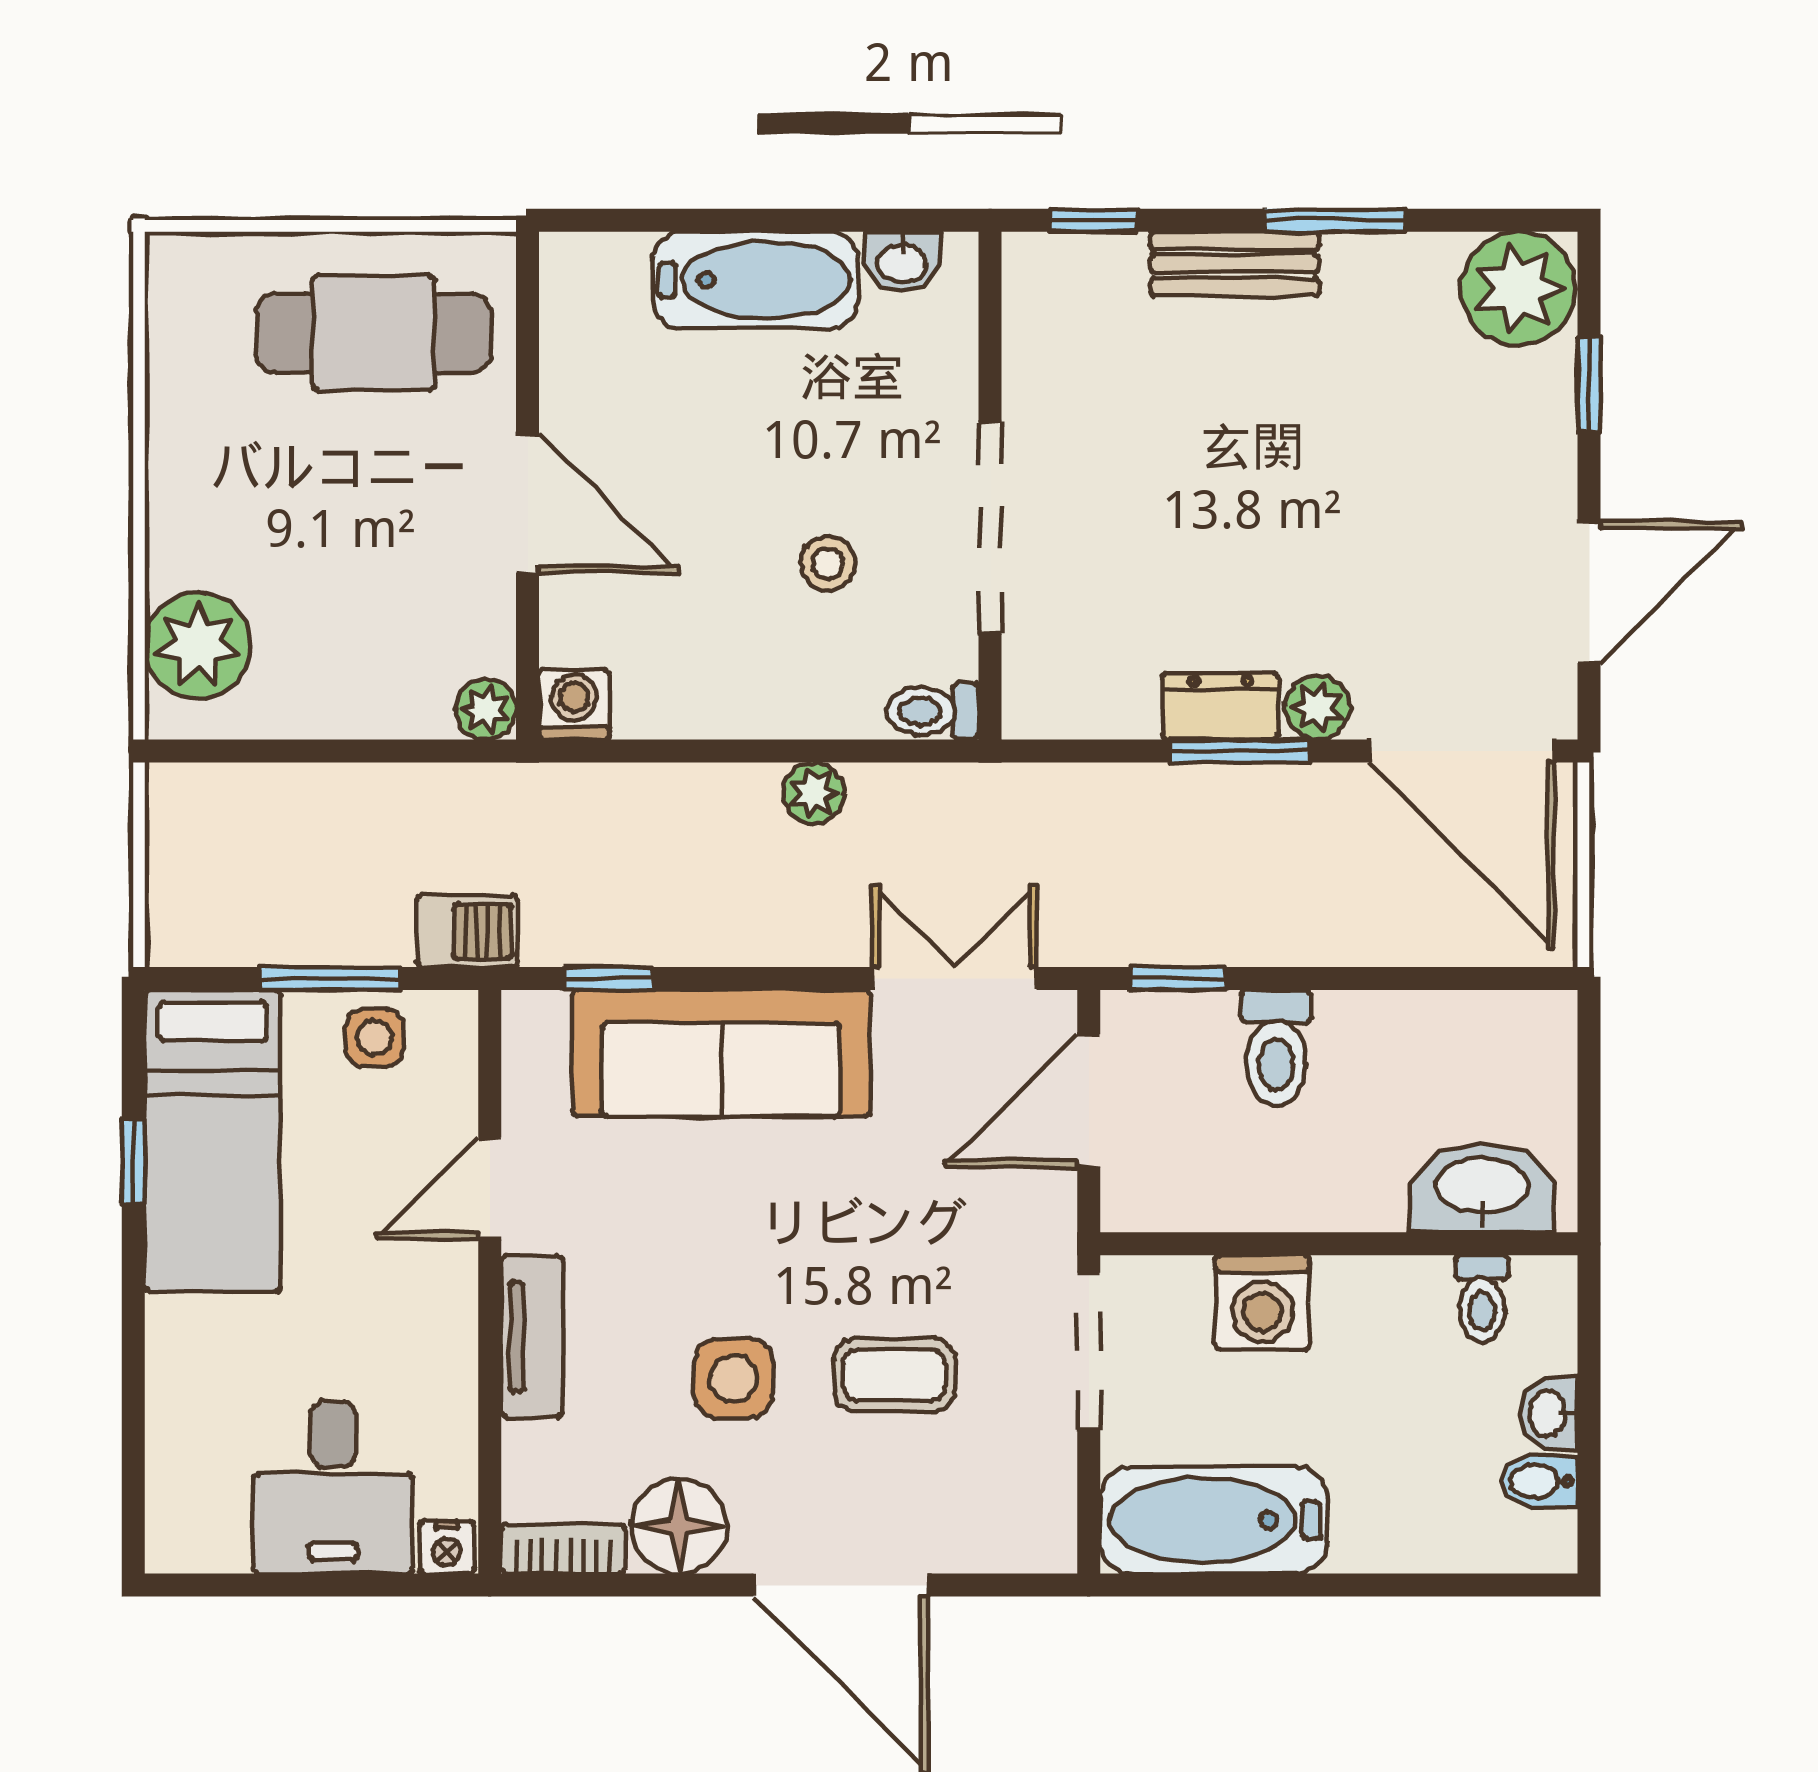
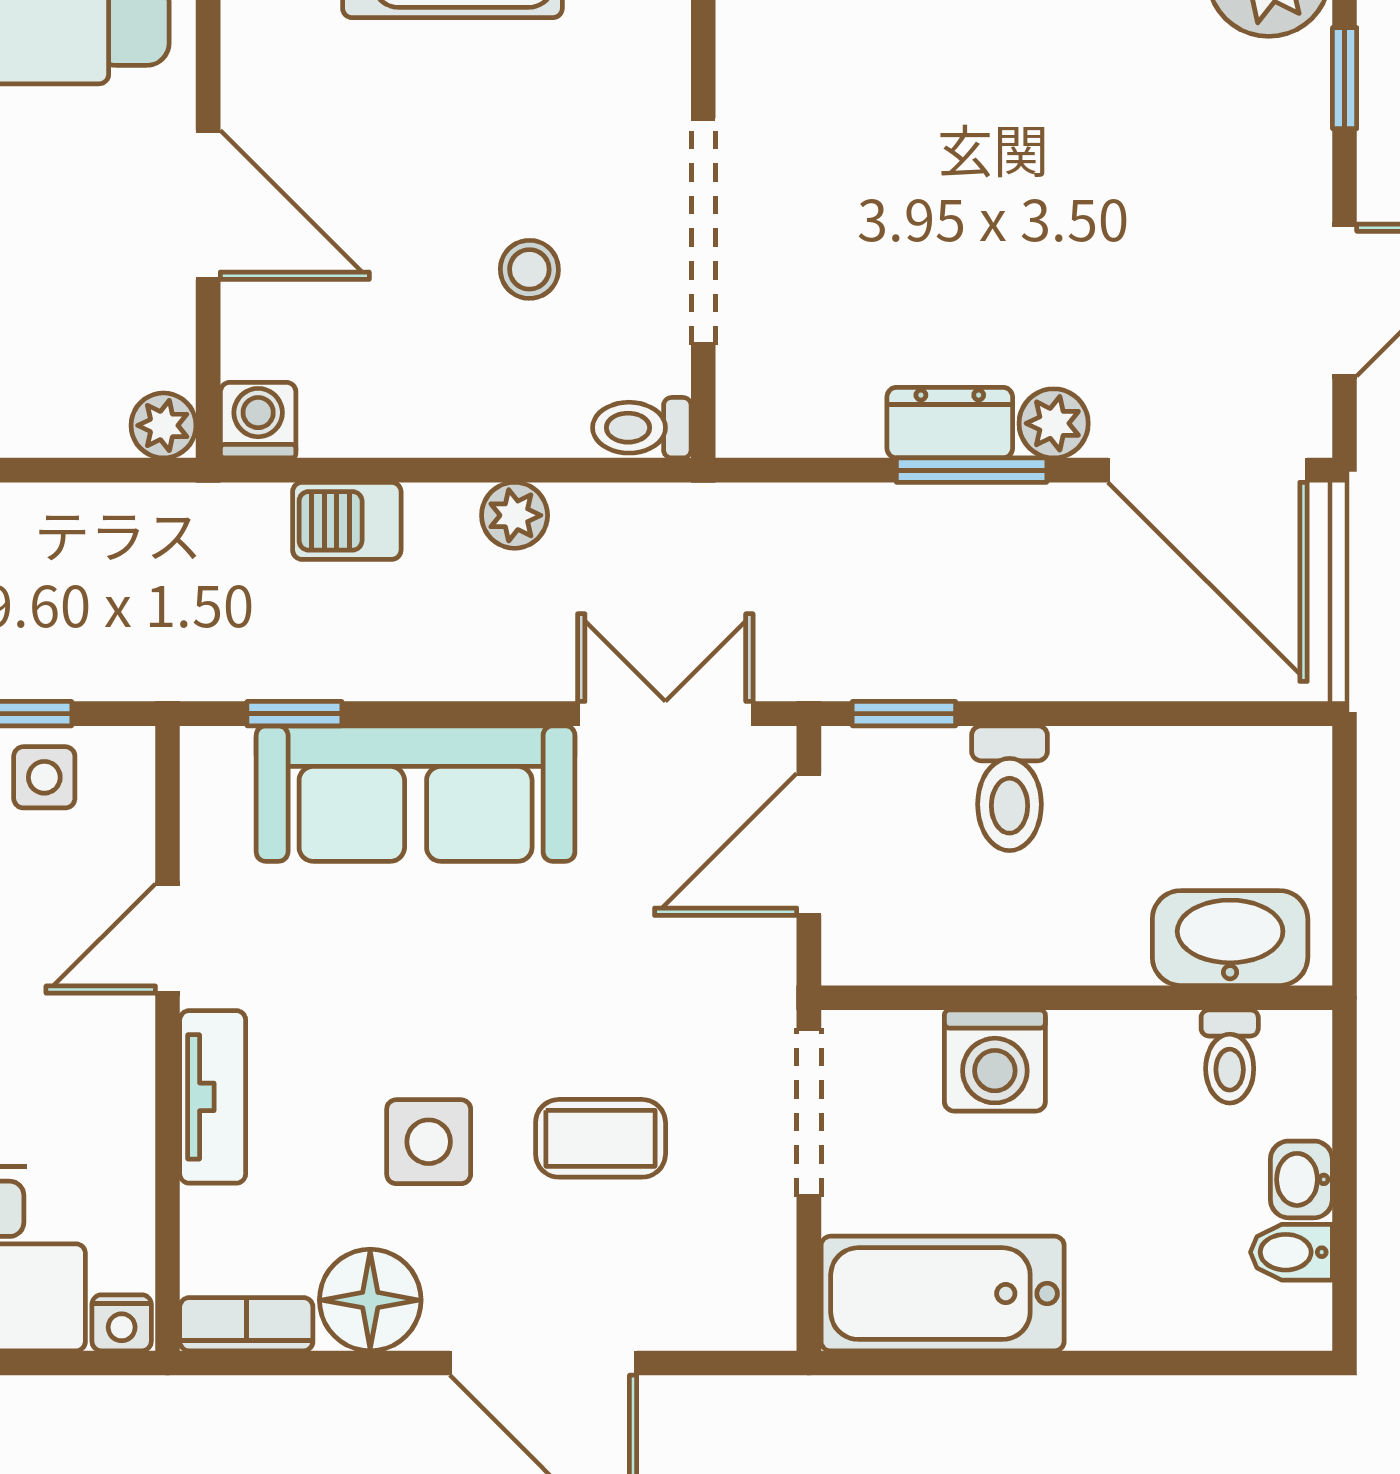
barbecue: (467, 931) -> (347, 521), moved, turned 180

